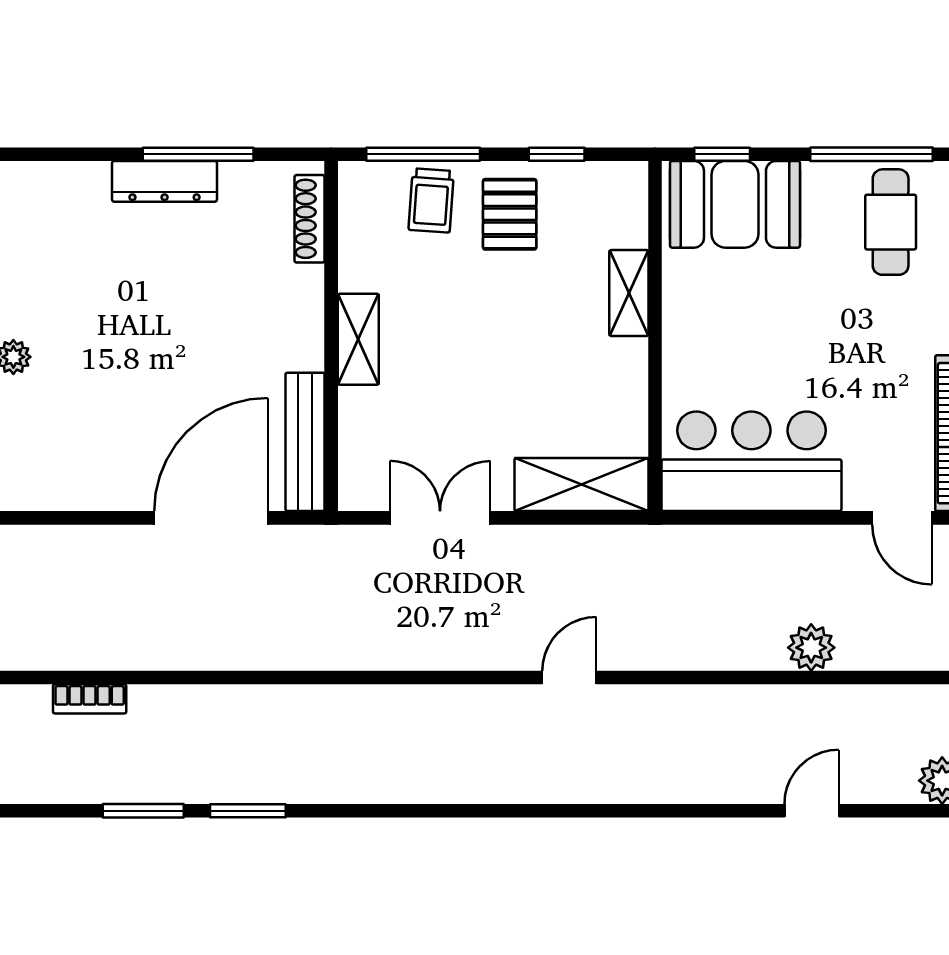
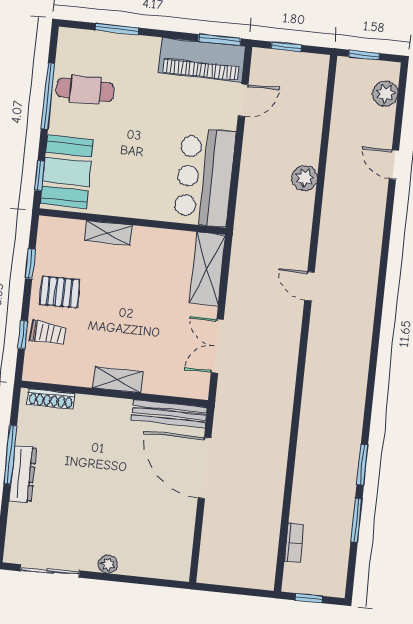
window: (423, 154) -> (23, 335), width x0.46
plant: (811, 648) -> (305, 178), moved

